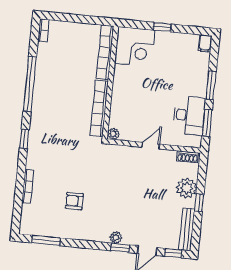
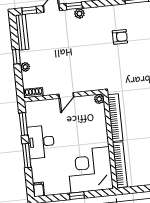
corner desk: (135, 47) -> (90, 170), width x1.36, depth x1.36
desk: (189, 115) -> (41, 142), moved
plant: (187, 188) -> (25, 67), width x0.53, depth x0.53

